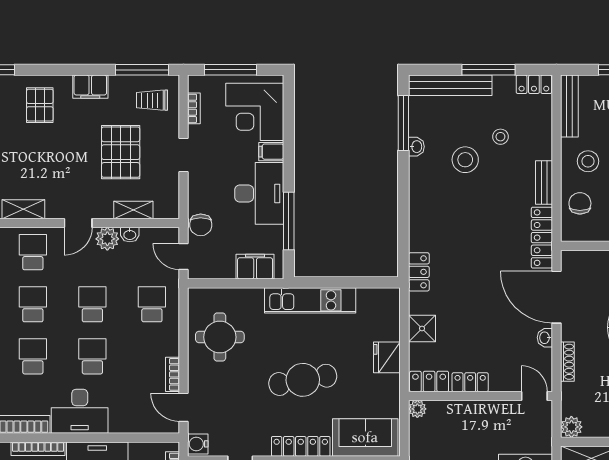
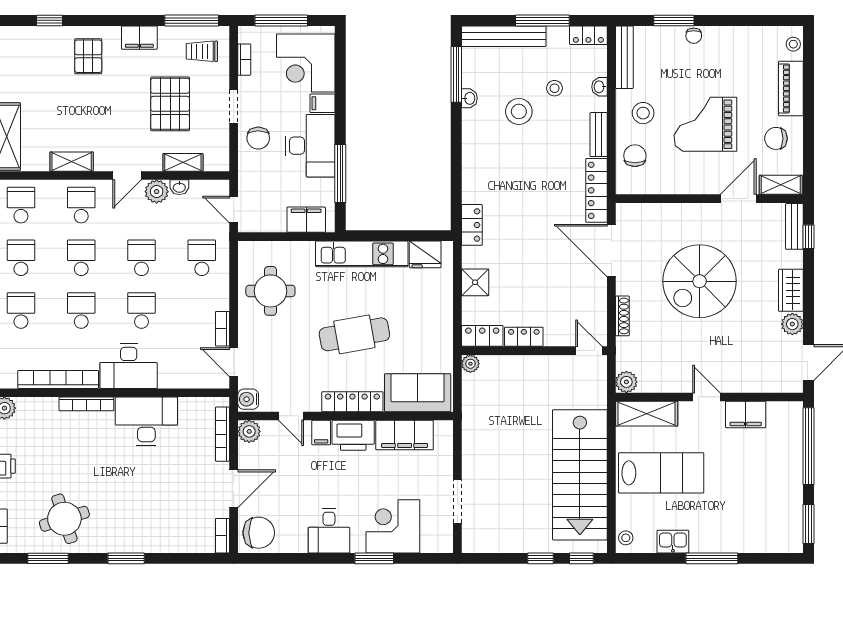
chair: (201, 225) -> (258, 138), moved
washbasin: (545, 338) -> (599, 87), moved
fridge: (387, 357) -> (425, 254), moved, turned -90

